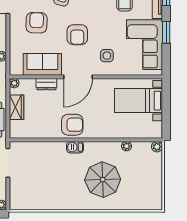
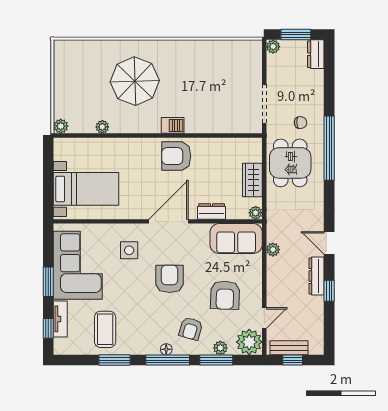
sofa: (42, 64) -> (236, 238), moved

